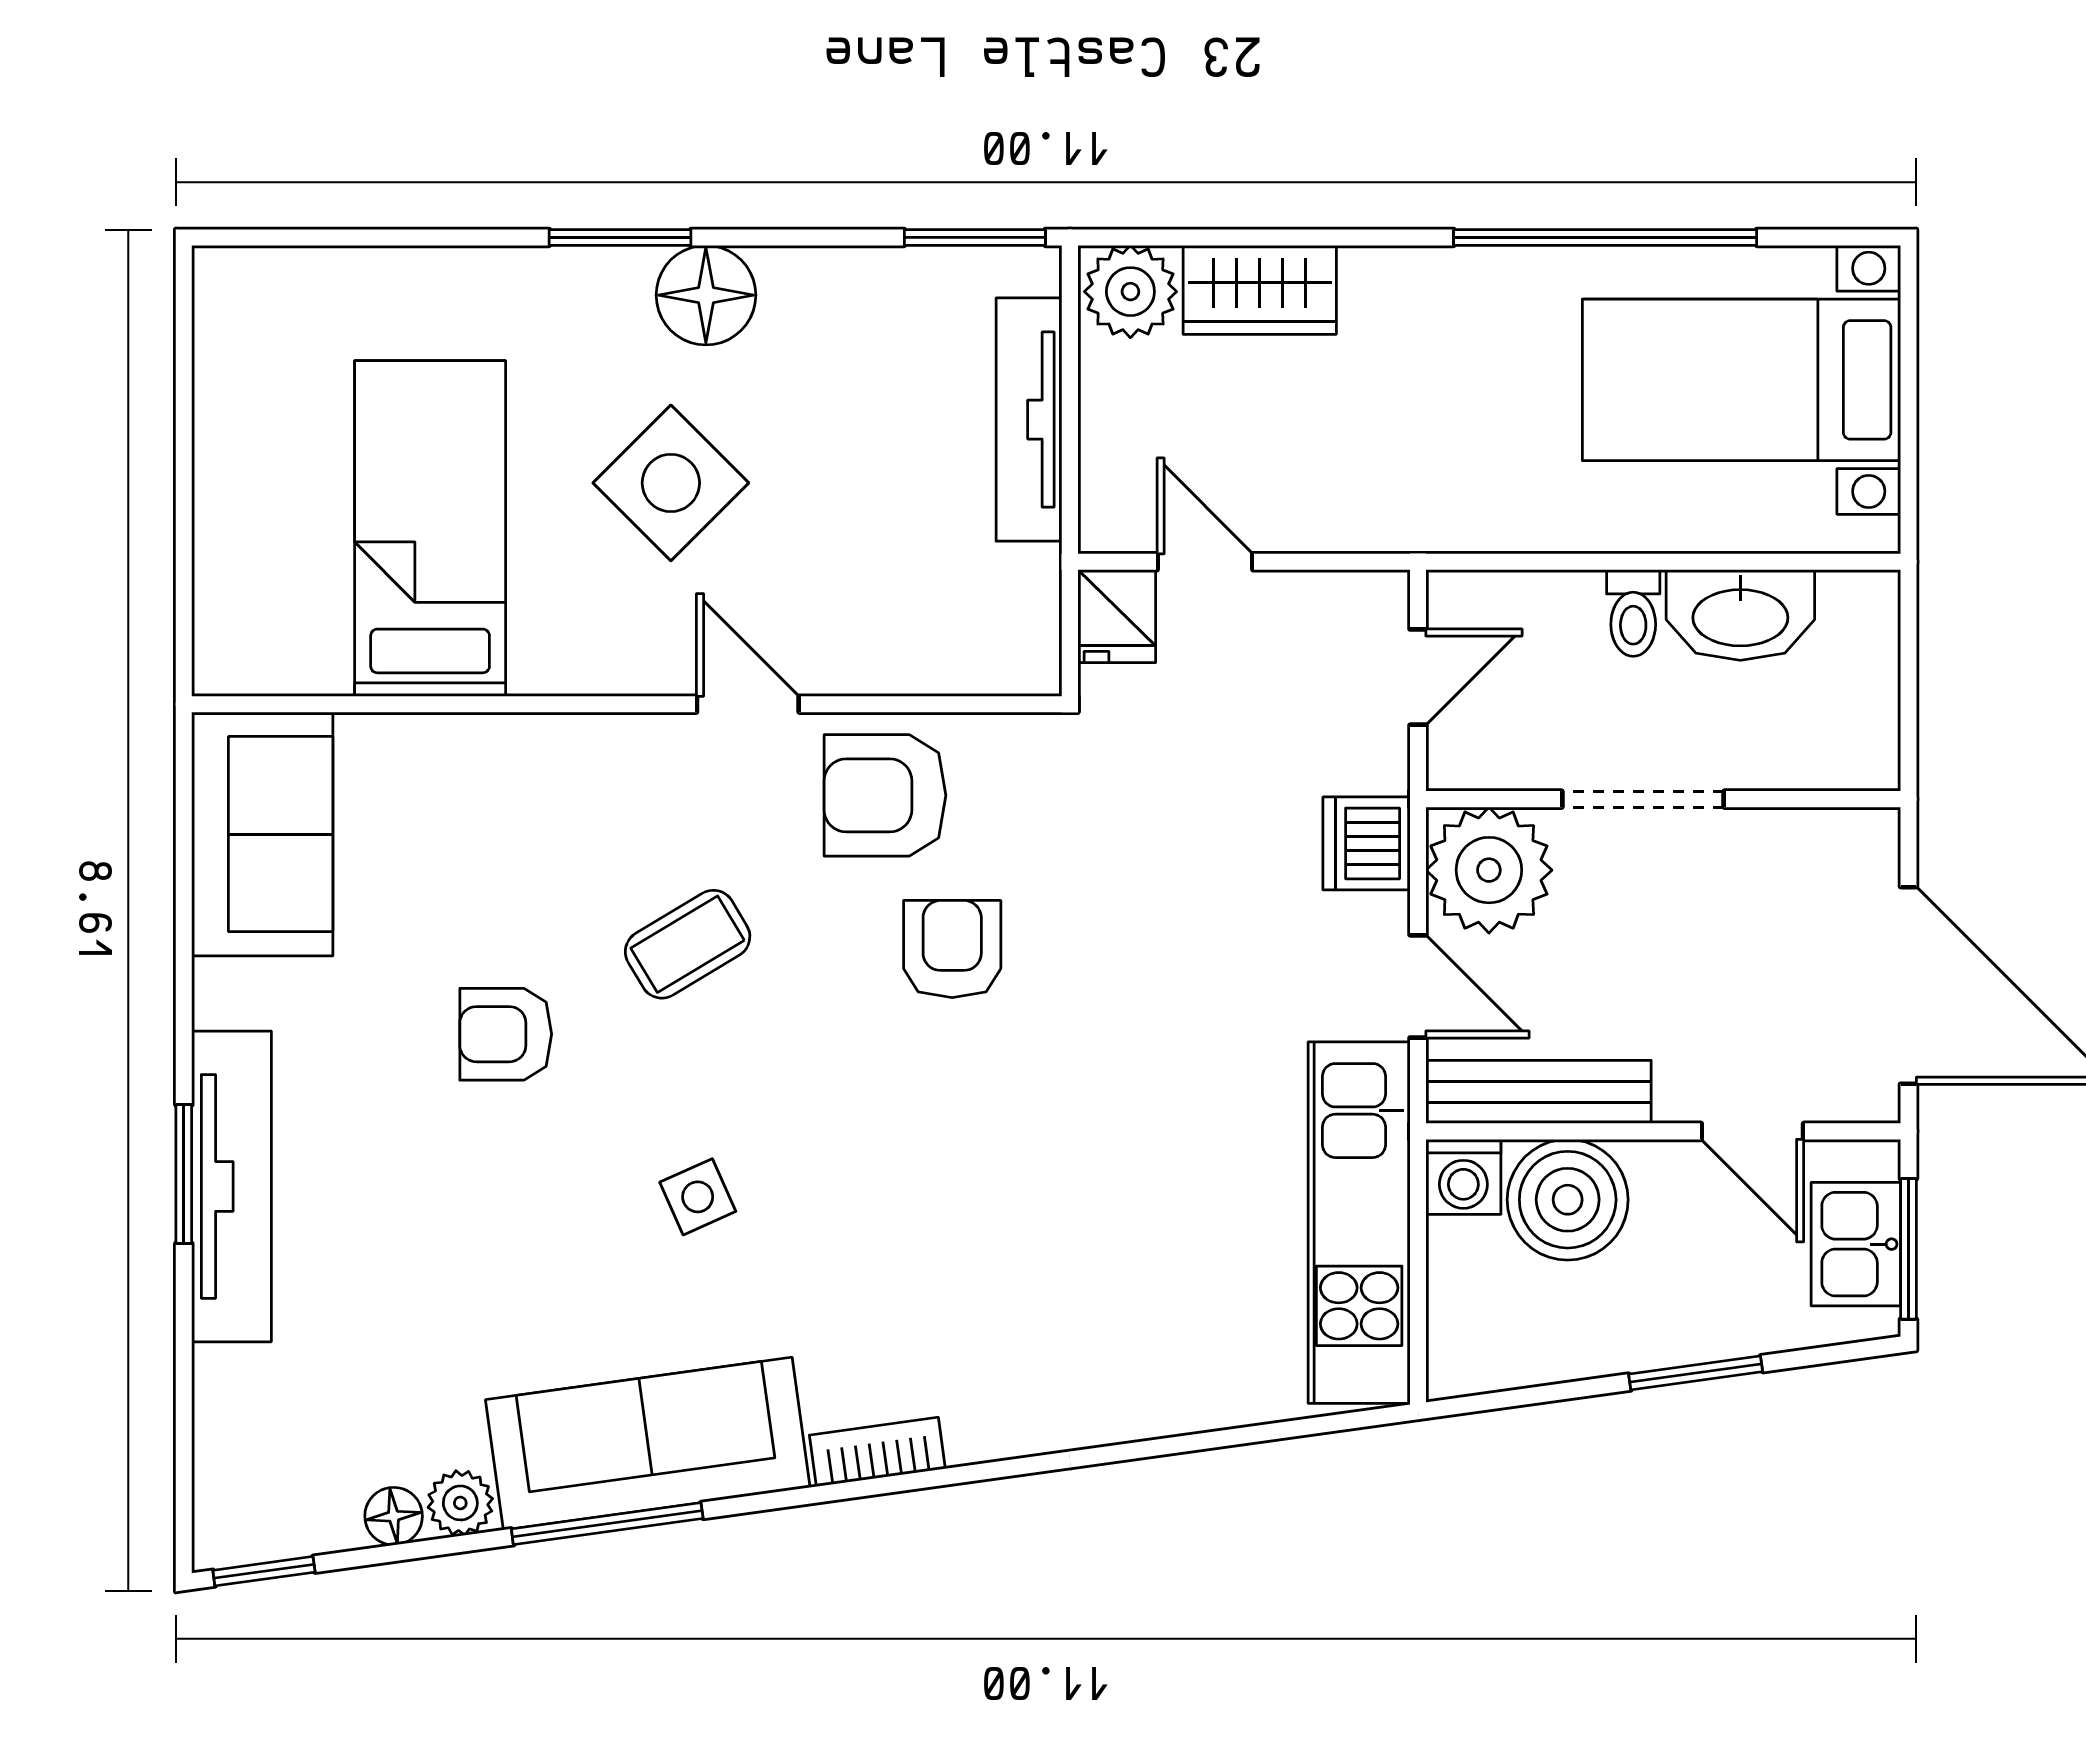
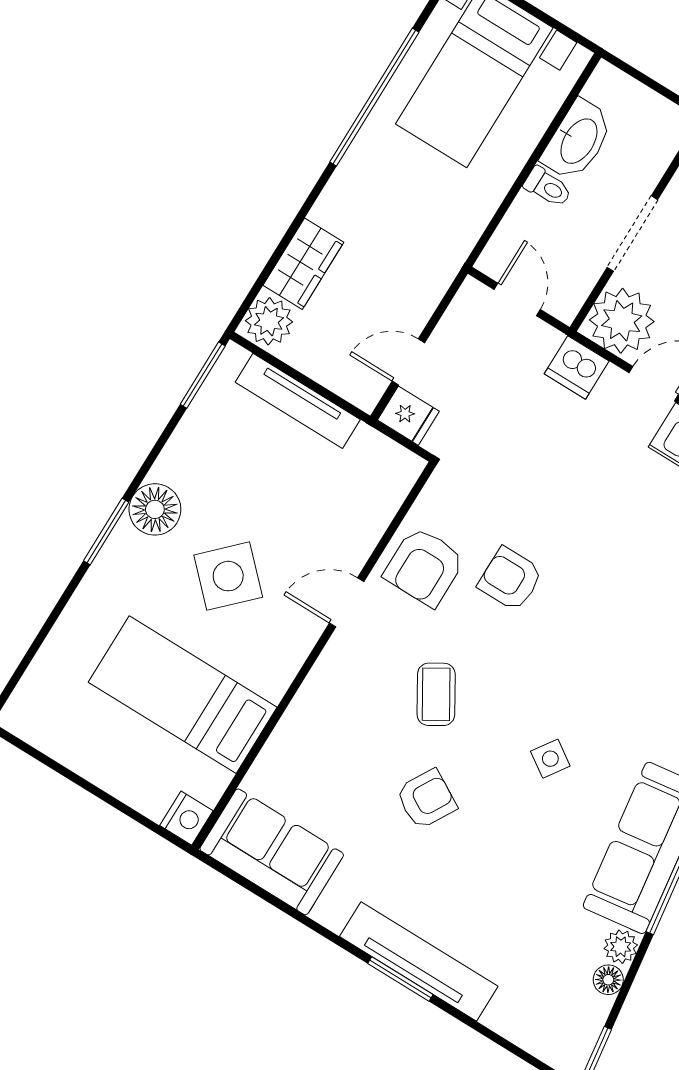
nightstand: (231, 660) -> (186, 818), added
armchair: (506, 1034) -> (426, 799), turned -150
side table: (698, 1197) -> (550, 759), turned -32

